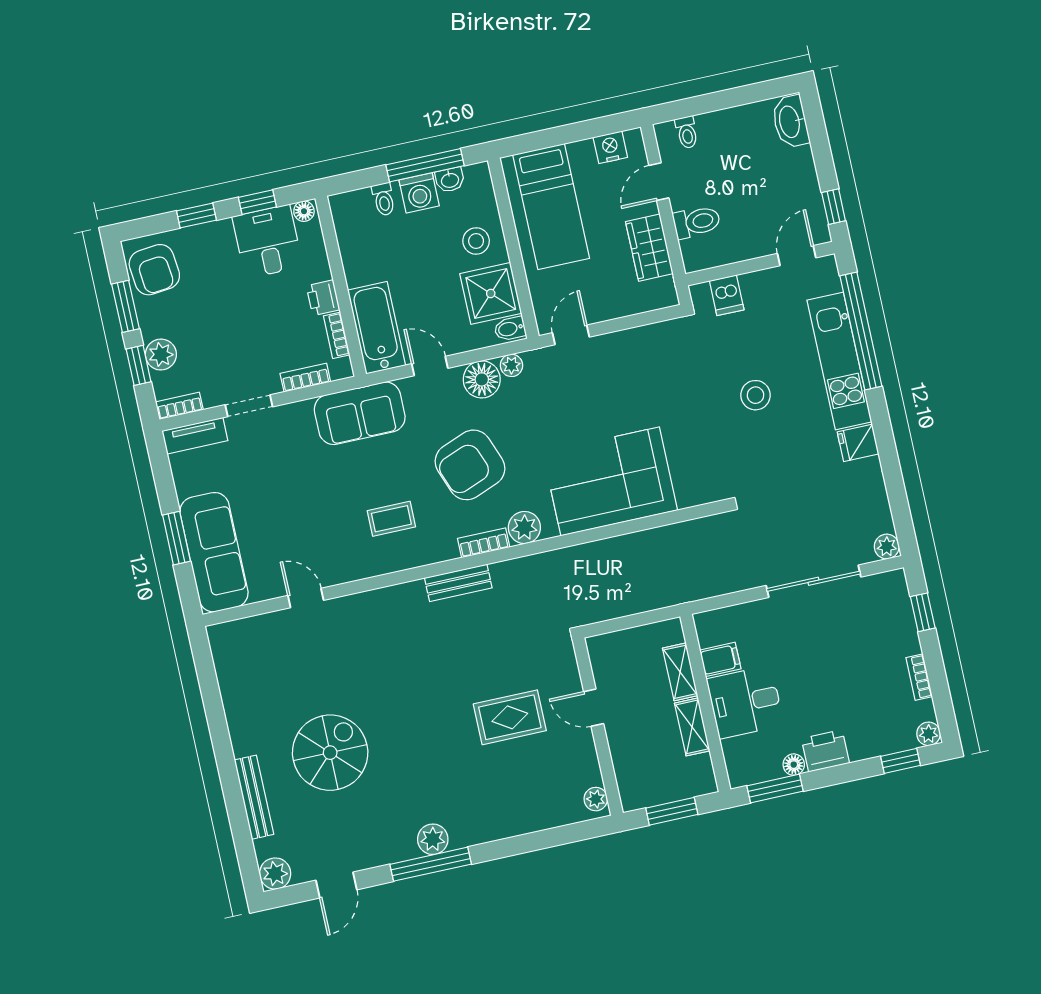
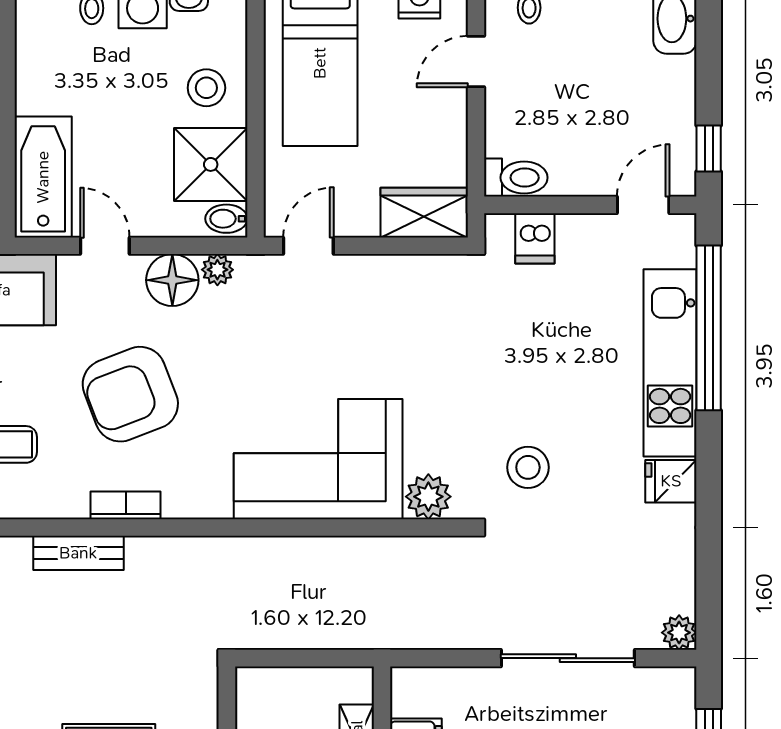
toilet: (697, 222) -> (516, 178), moved
wardrobe: (649, 248) -> (424, 213), moved, turned 90
stool: (755, 395) -> (528, 467), moved
plant: (524, 527) -> (428, 497), moved

